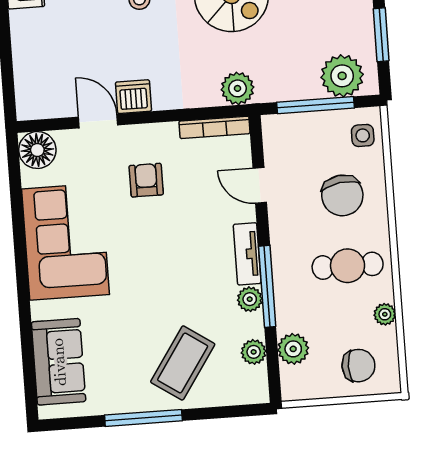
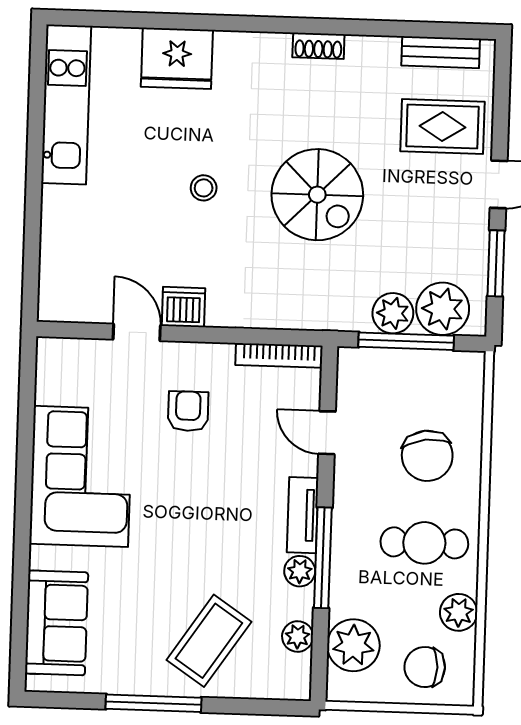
plant: (238, 88) -> (393, 313), moved
side table: (363, 135) -> (460, 385), removed
floor lamp: (37, 150) -> (58, 360), removed
plant: (385, 314) -> (459, 612), width x1.38, depth x1.38
plant: (293, 349) -> (353, 645), width x1.36, depth x1.36
chair: (358, 366) -> (425, 667), turned 180

